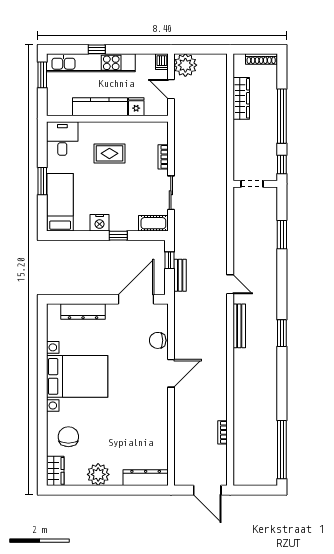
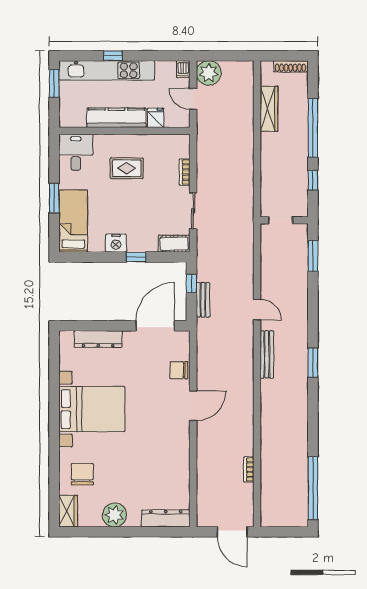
doorway: (252, 184) -> (281, 220), moved
wall: (255, 184) -> (284, 220), moved

